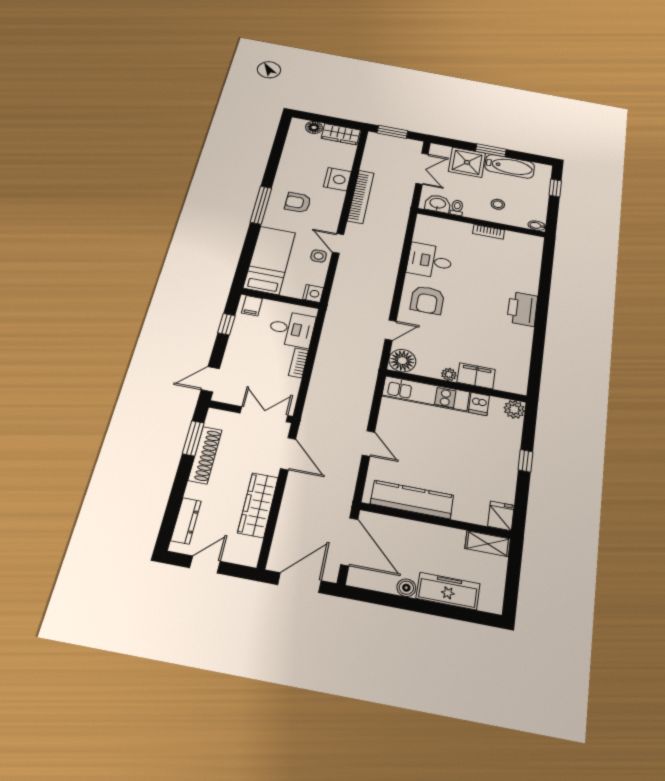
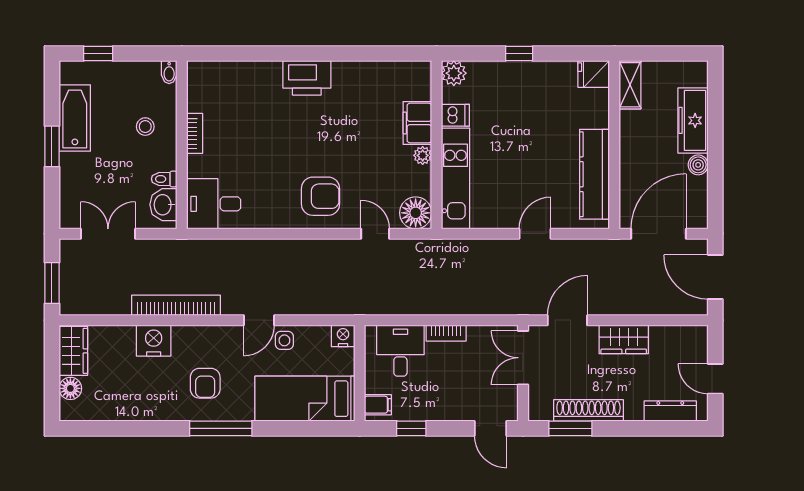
shower: (467, 162) -> (82, 176), removed
desk: (430, 261) -> (214, 204), moved, turned 90
wardrobe: (258, 505) -> (624, 339), width x0.67

